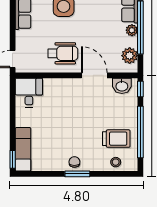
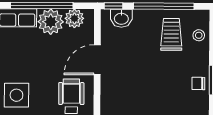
plant: (132, 30) -> (51, 22), width x1.87, depth x1.87
washbasin: (122, 86) -> (121, 18), moved, turned 90

